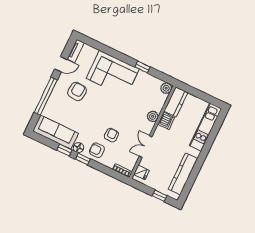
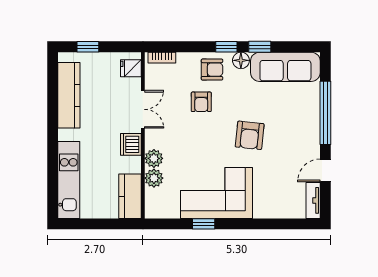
corner sofa: (113, 74) -> (216, 193), moved
plant: (166, 88) -> (154, 178), moved
armchair: (77, 91) -> (250, 135), moved
dishwasher: (166, 121) -> (131, 144), moved

